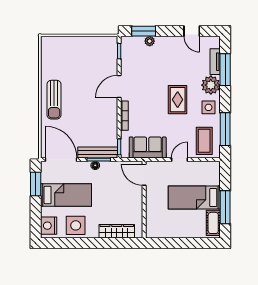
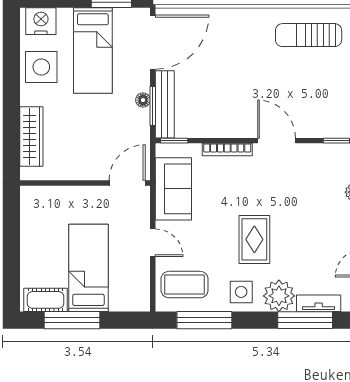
sun lounger: (54, 100) -> (309, 35), moved
rug: (178, 100) -> (254, 239), turned 90

